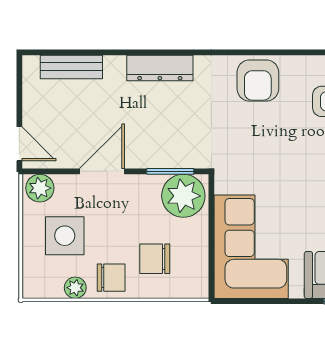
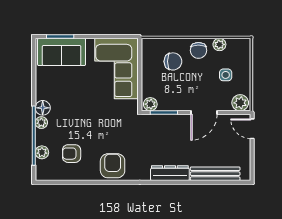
bench: (71, 67) -> (215, 174), width x1.36
plant: (183, 196) -> (150, 104), width x0.53, depth x0.53
side table: (65, 236) -> (226, 75), width x0.54, depth x0.54
chair: (111, 278) -> (198, 50), turned -90

